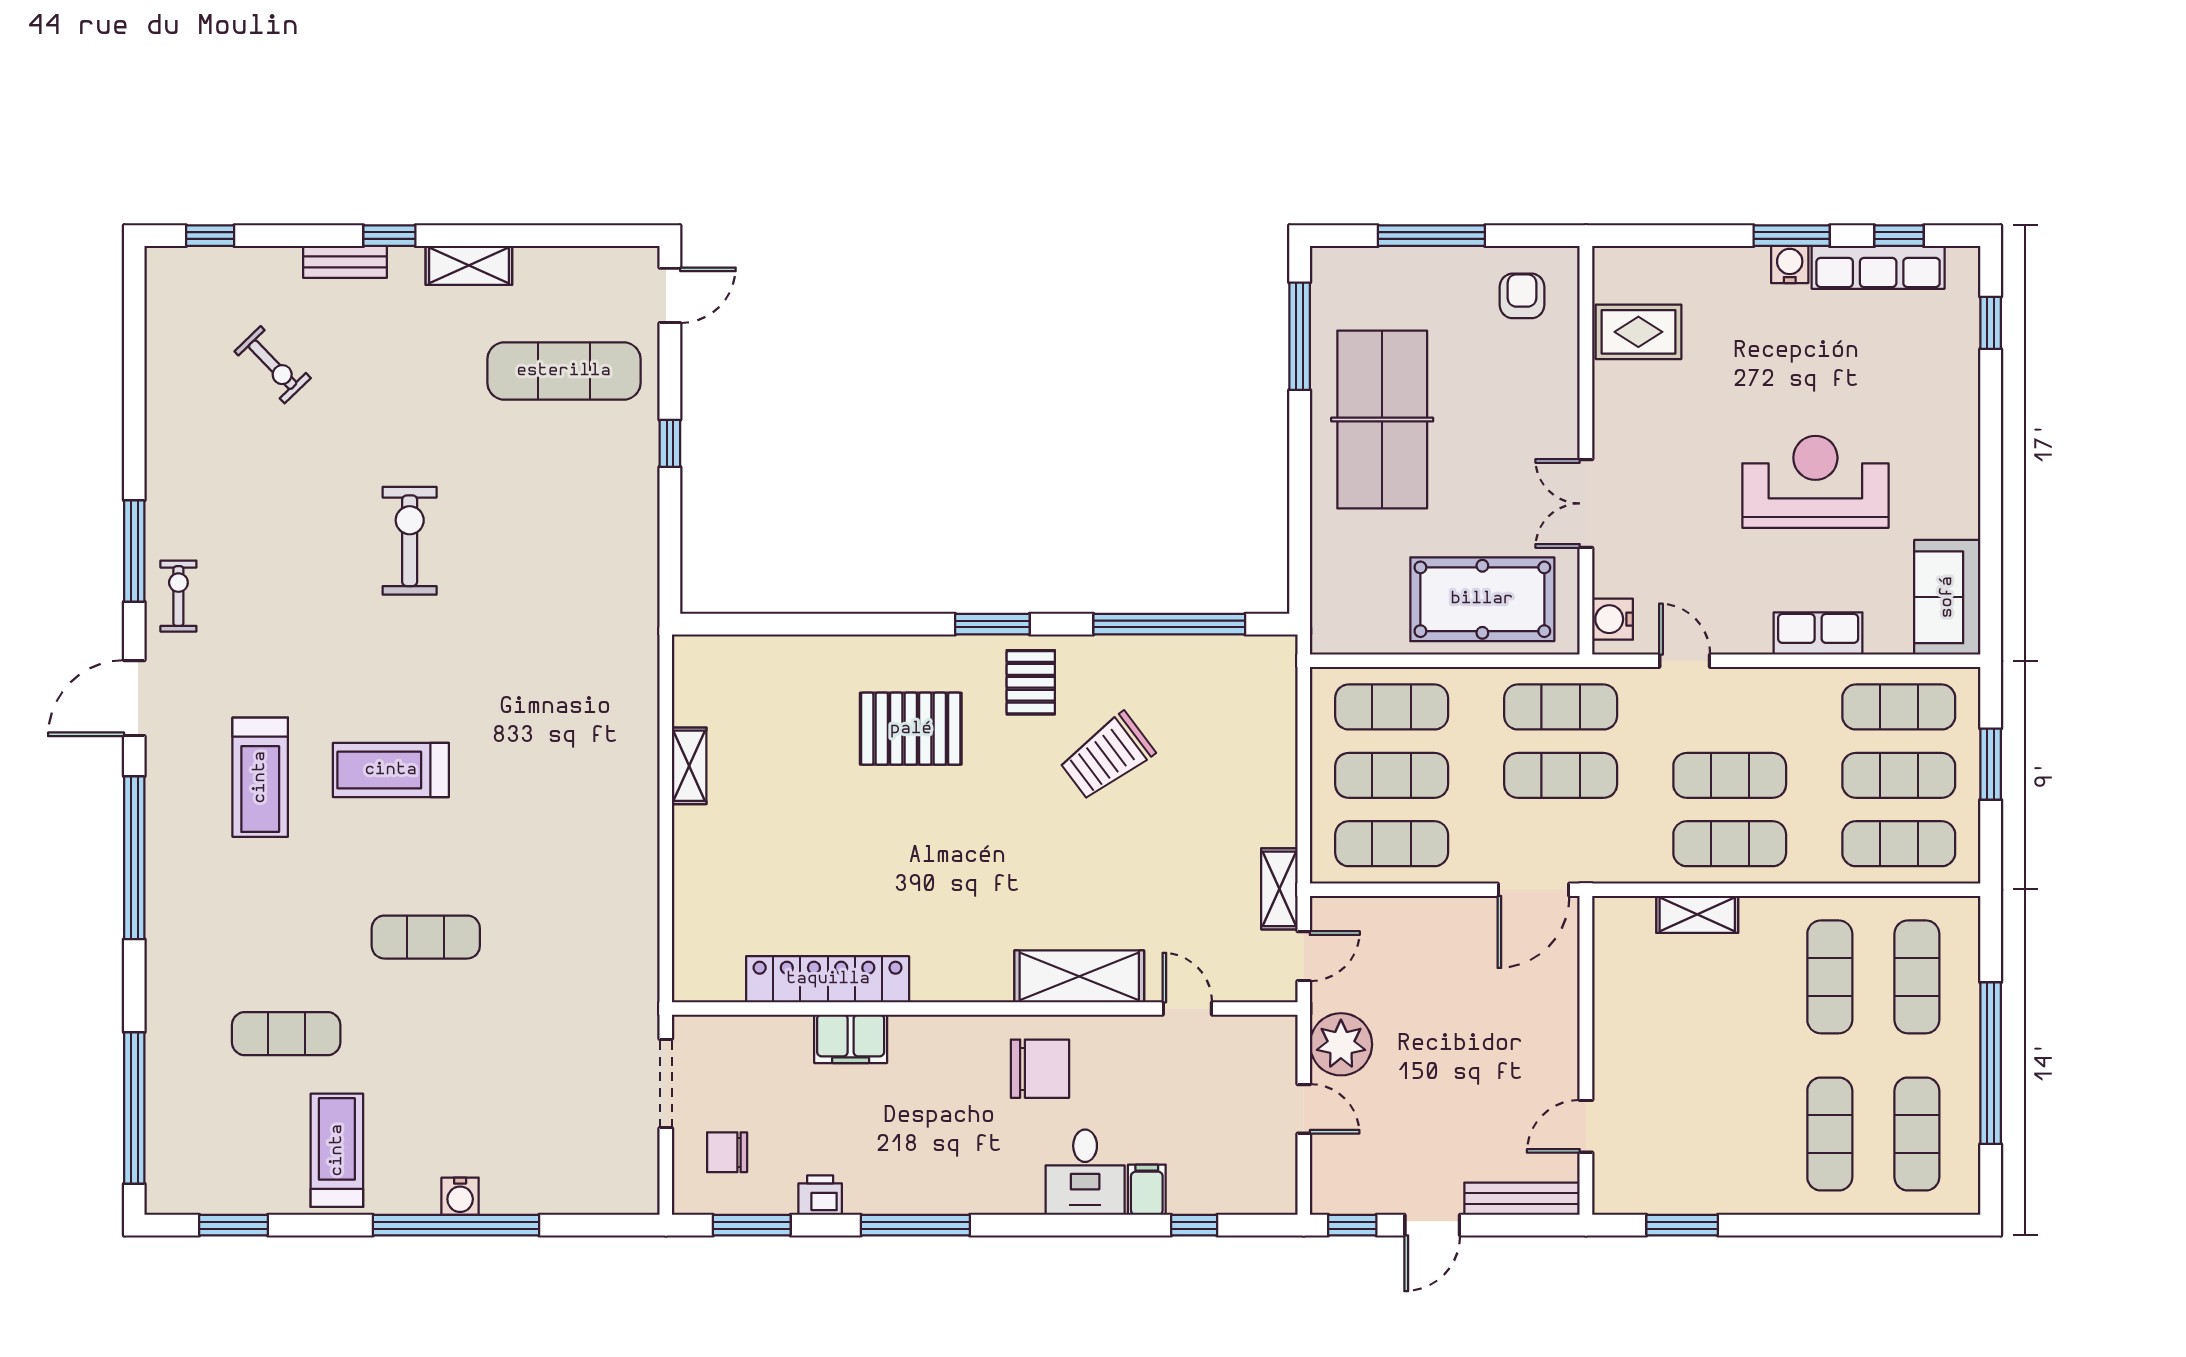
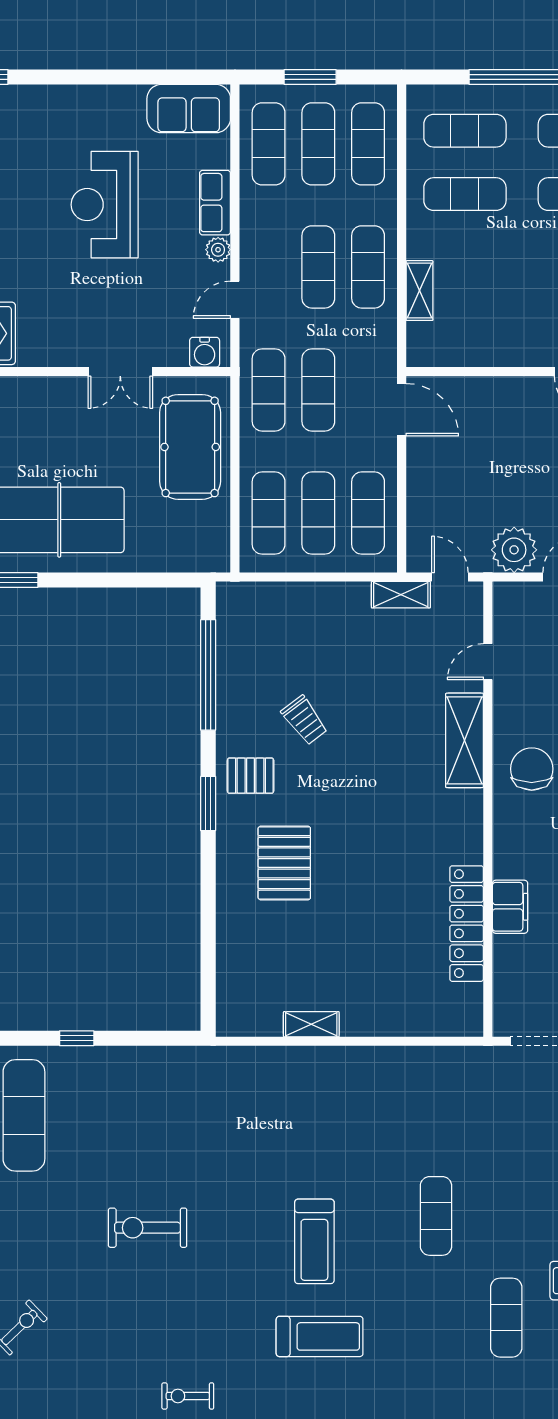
plant: (1753, 638) -> (218, 250), added
trolley: (1107, 756) -> (304, 720), width x0.73, depth x0.72

